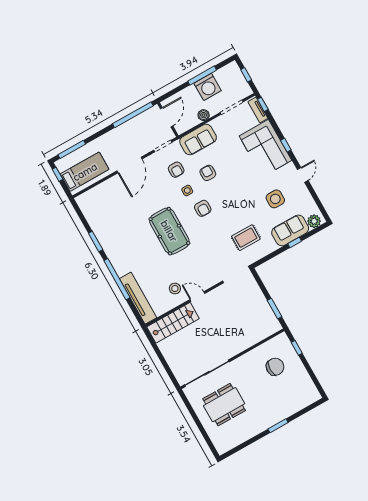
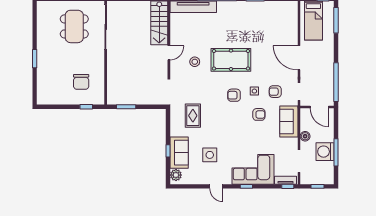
stool: (175, 288) -> (195, 62), moved

